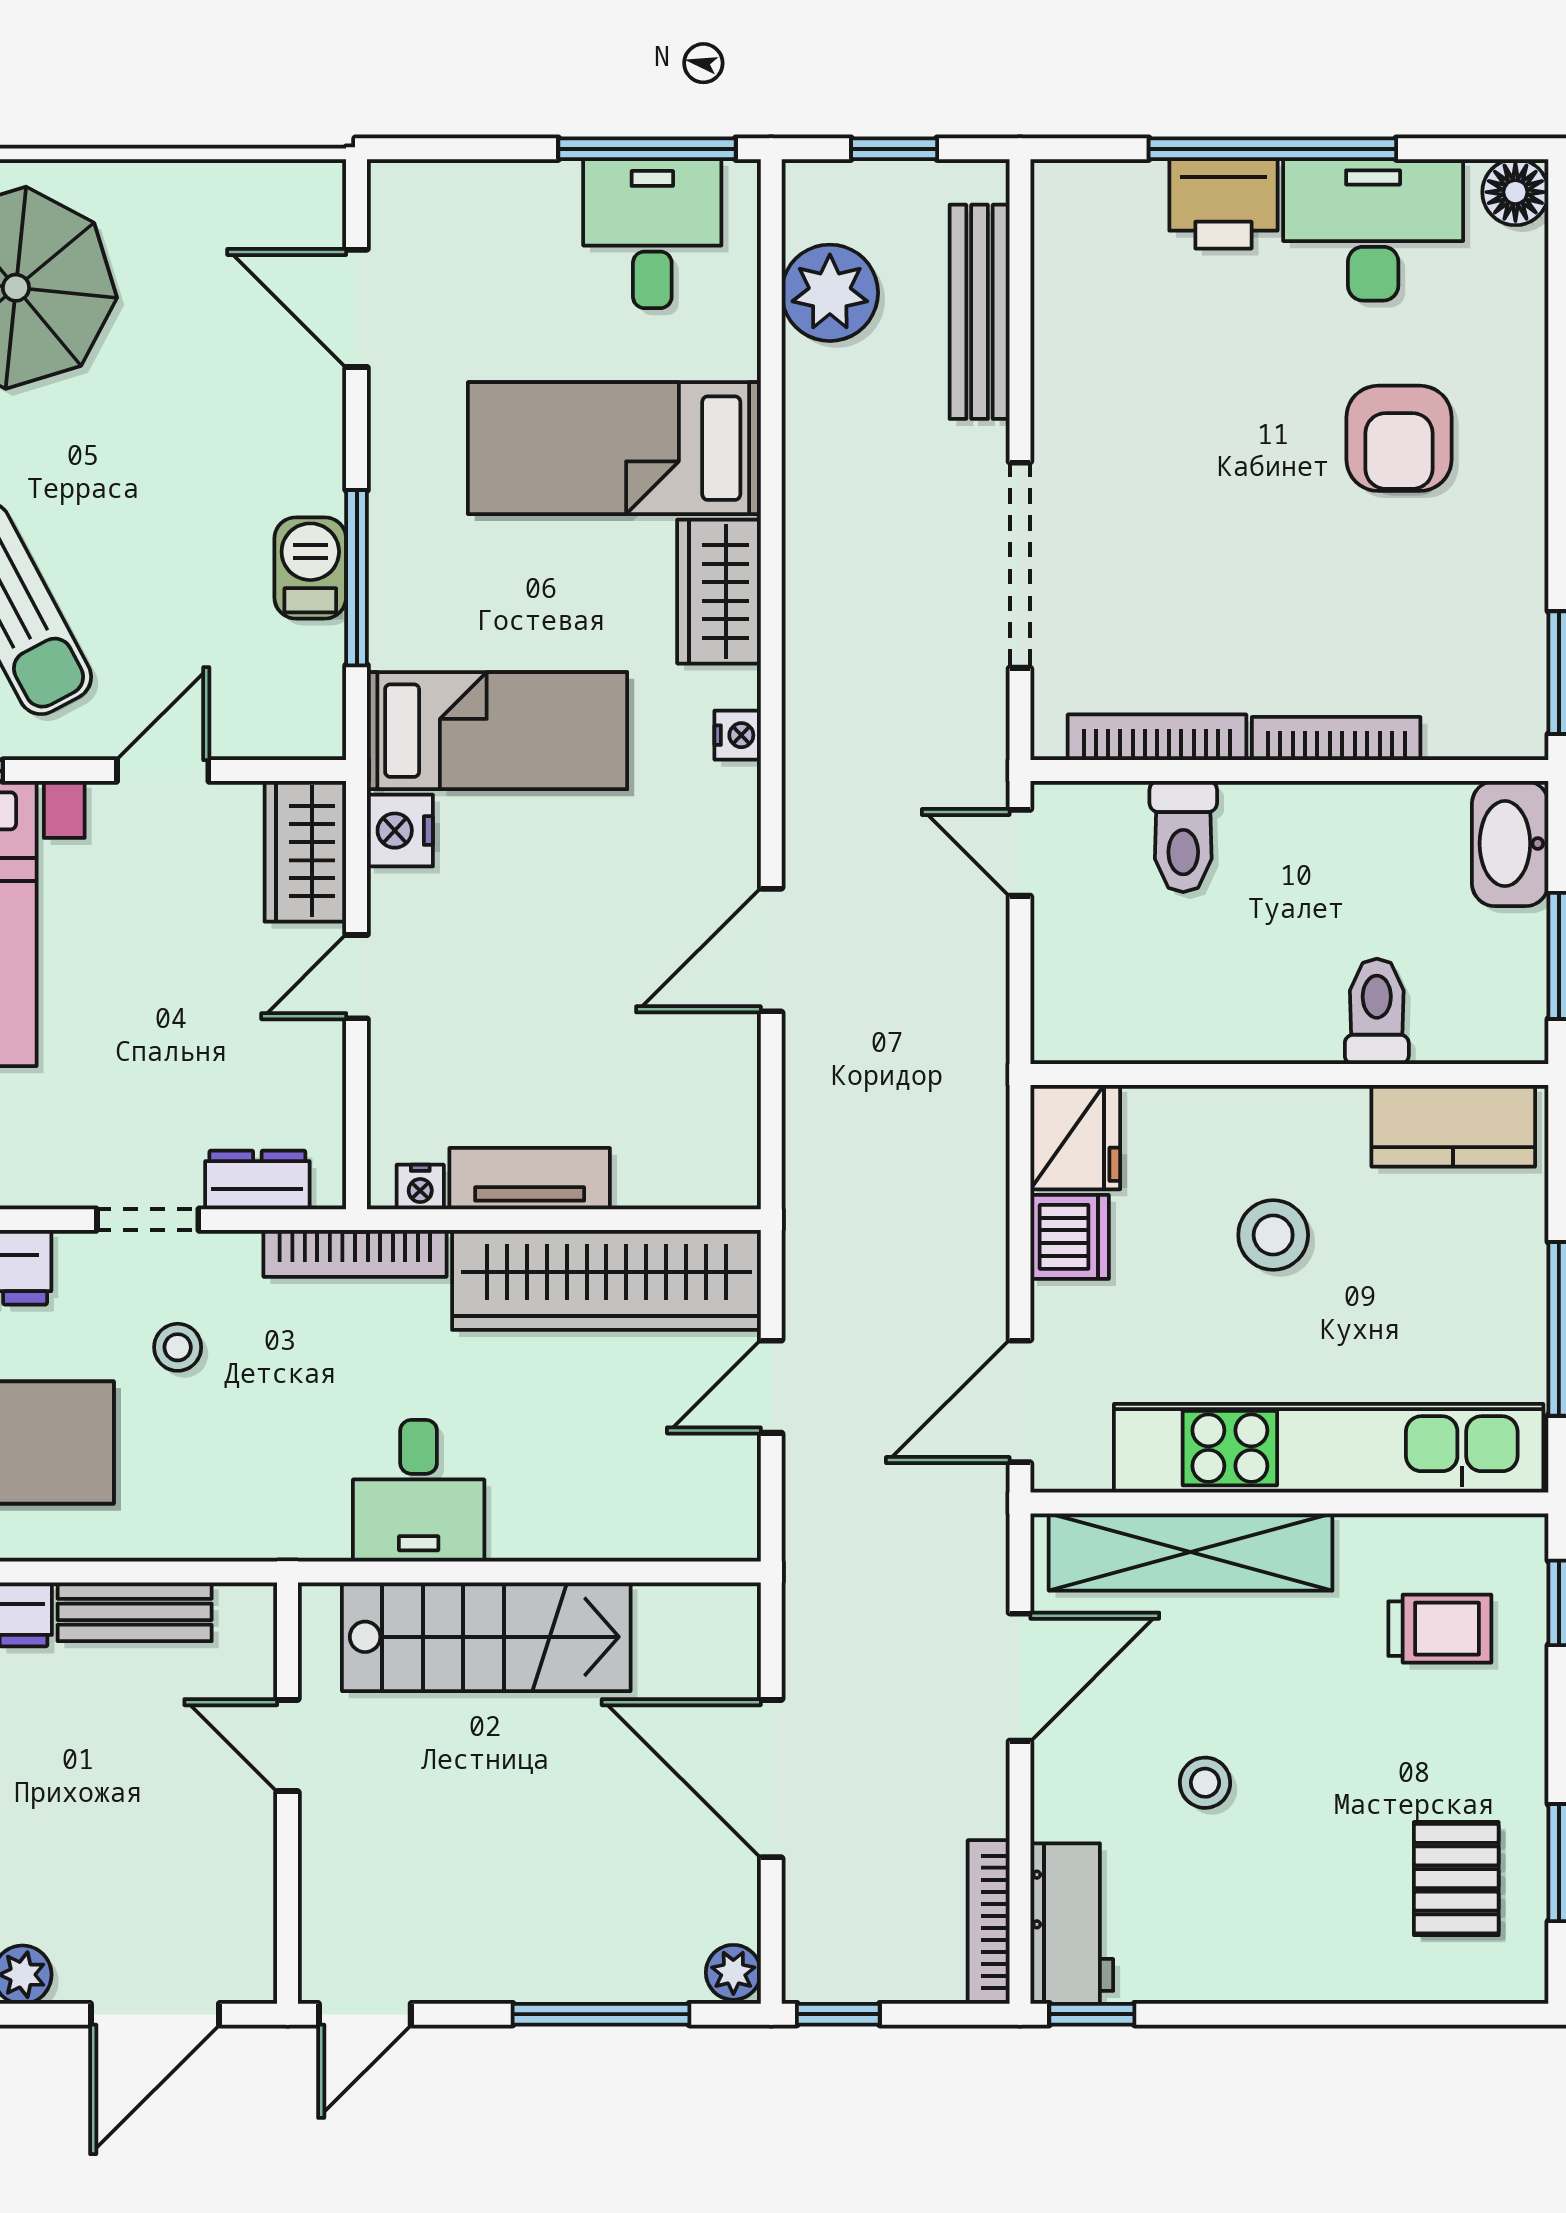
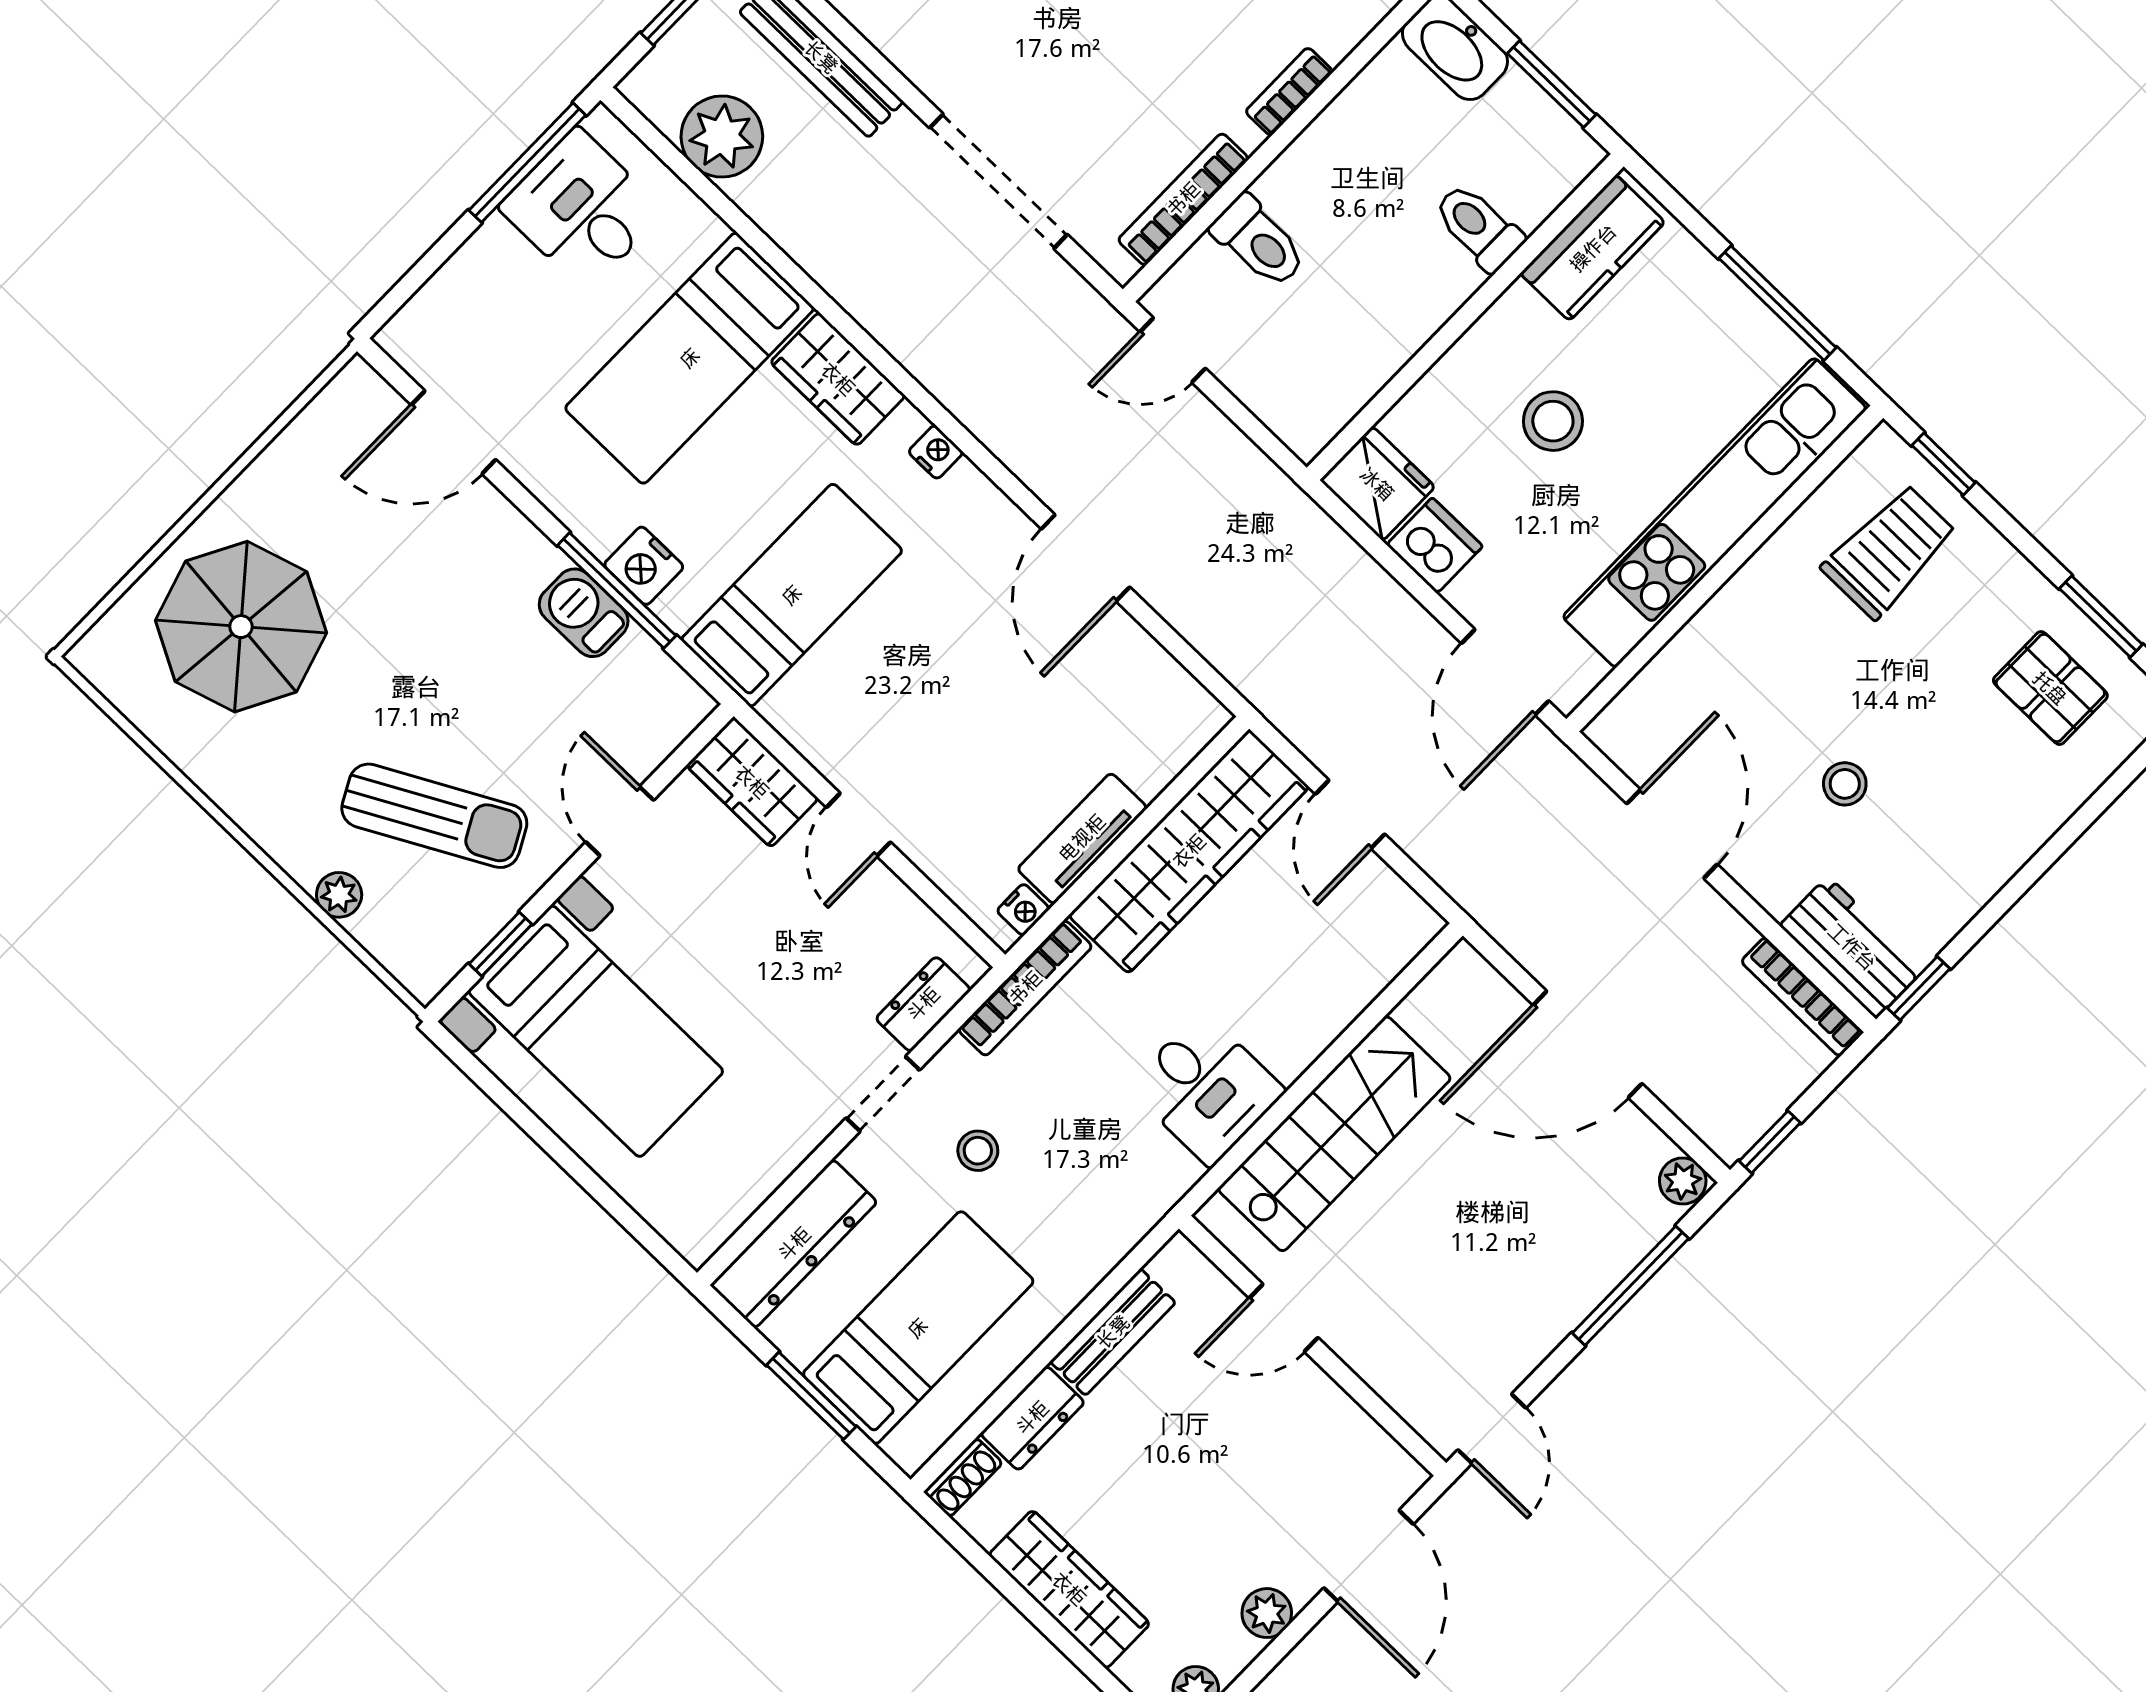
bookcase: (1336, 739) -> (1289, 91), width x0.64
nightstand: (400, 831) -> (644, 566), moved
shelving: (1191, 1552) -> (1697, 657), removed
trolley: (1440, 1629) -> (1889, 551), width x1.36, depth x1.39

